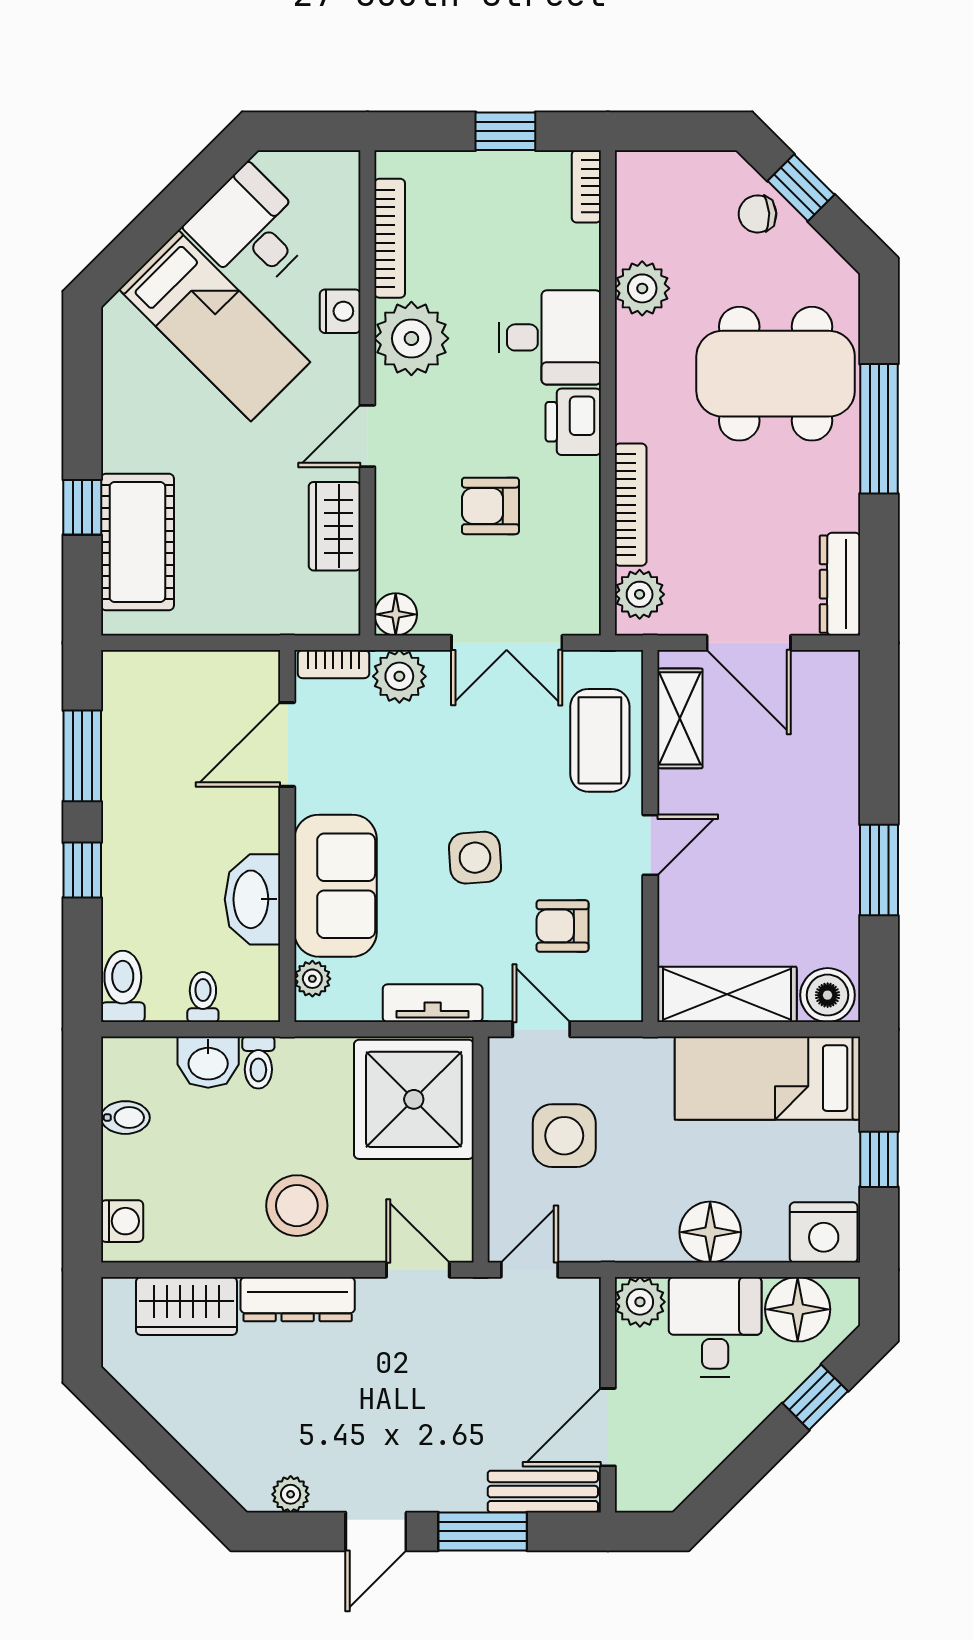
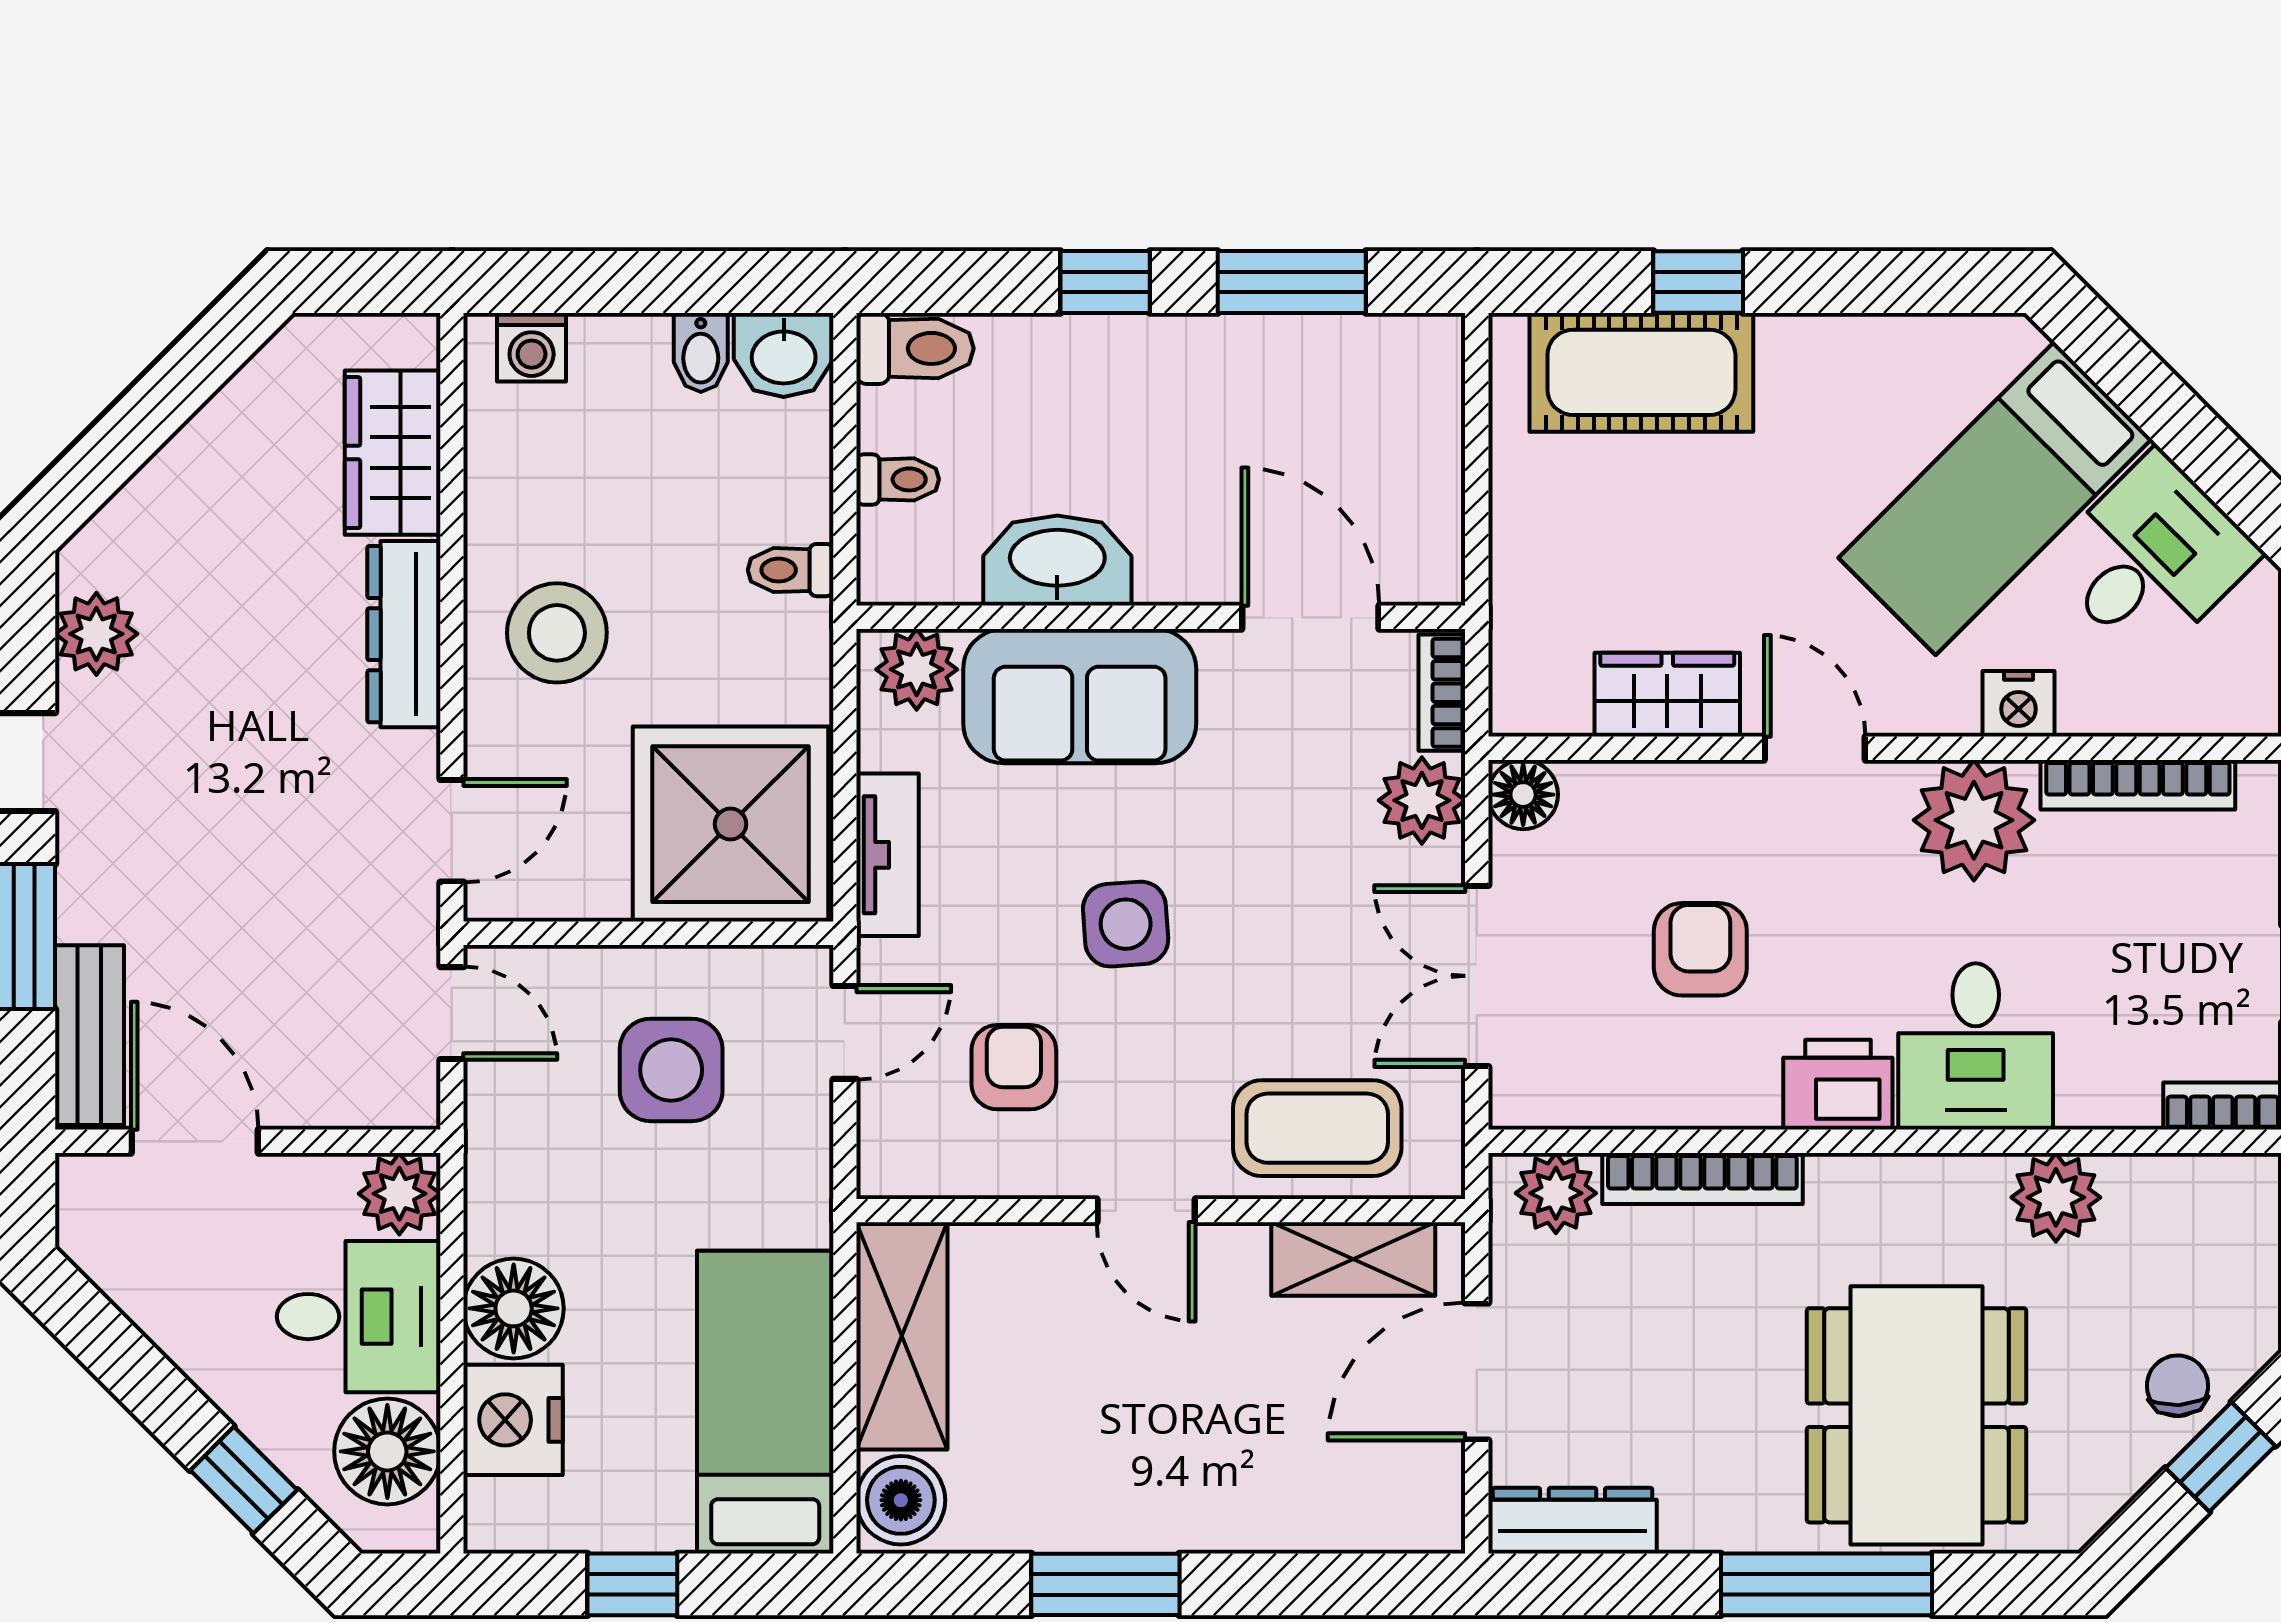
plant: (312, 979) -> (917, 669), width x1.38, depth x1.38
washbasin: (208, 1062) -> (784, 355), moved, turned -90
nightstand: (824, 1232) -> (513, 1420), moved
plant: (291, 1494) -> (96, 634), width x1.38, depth x1.38

